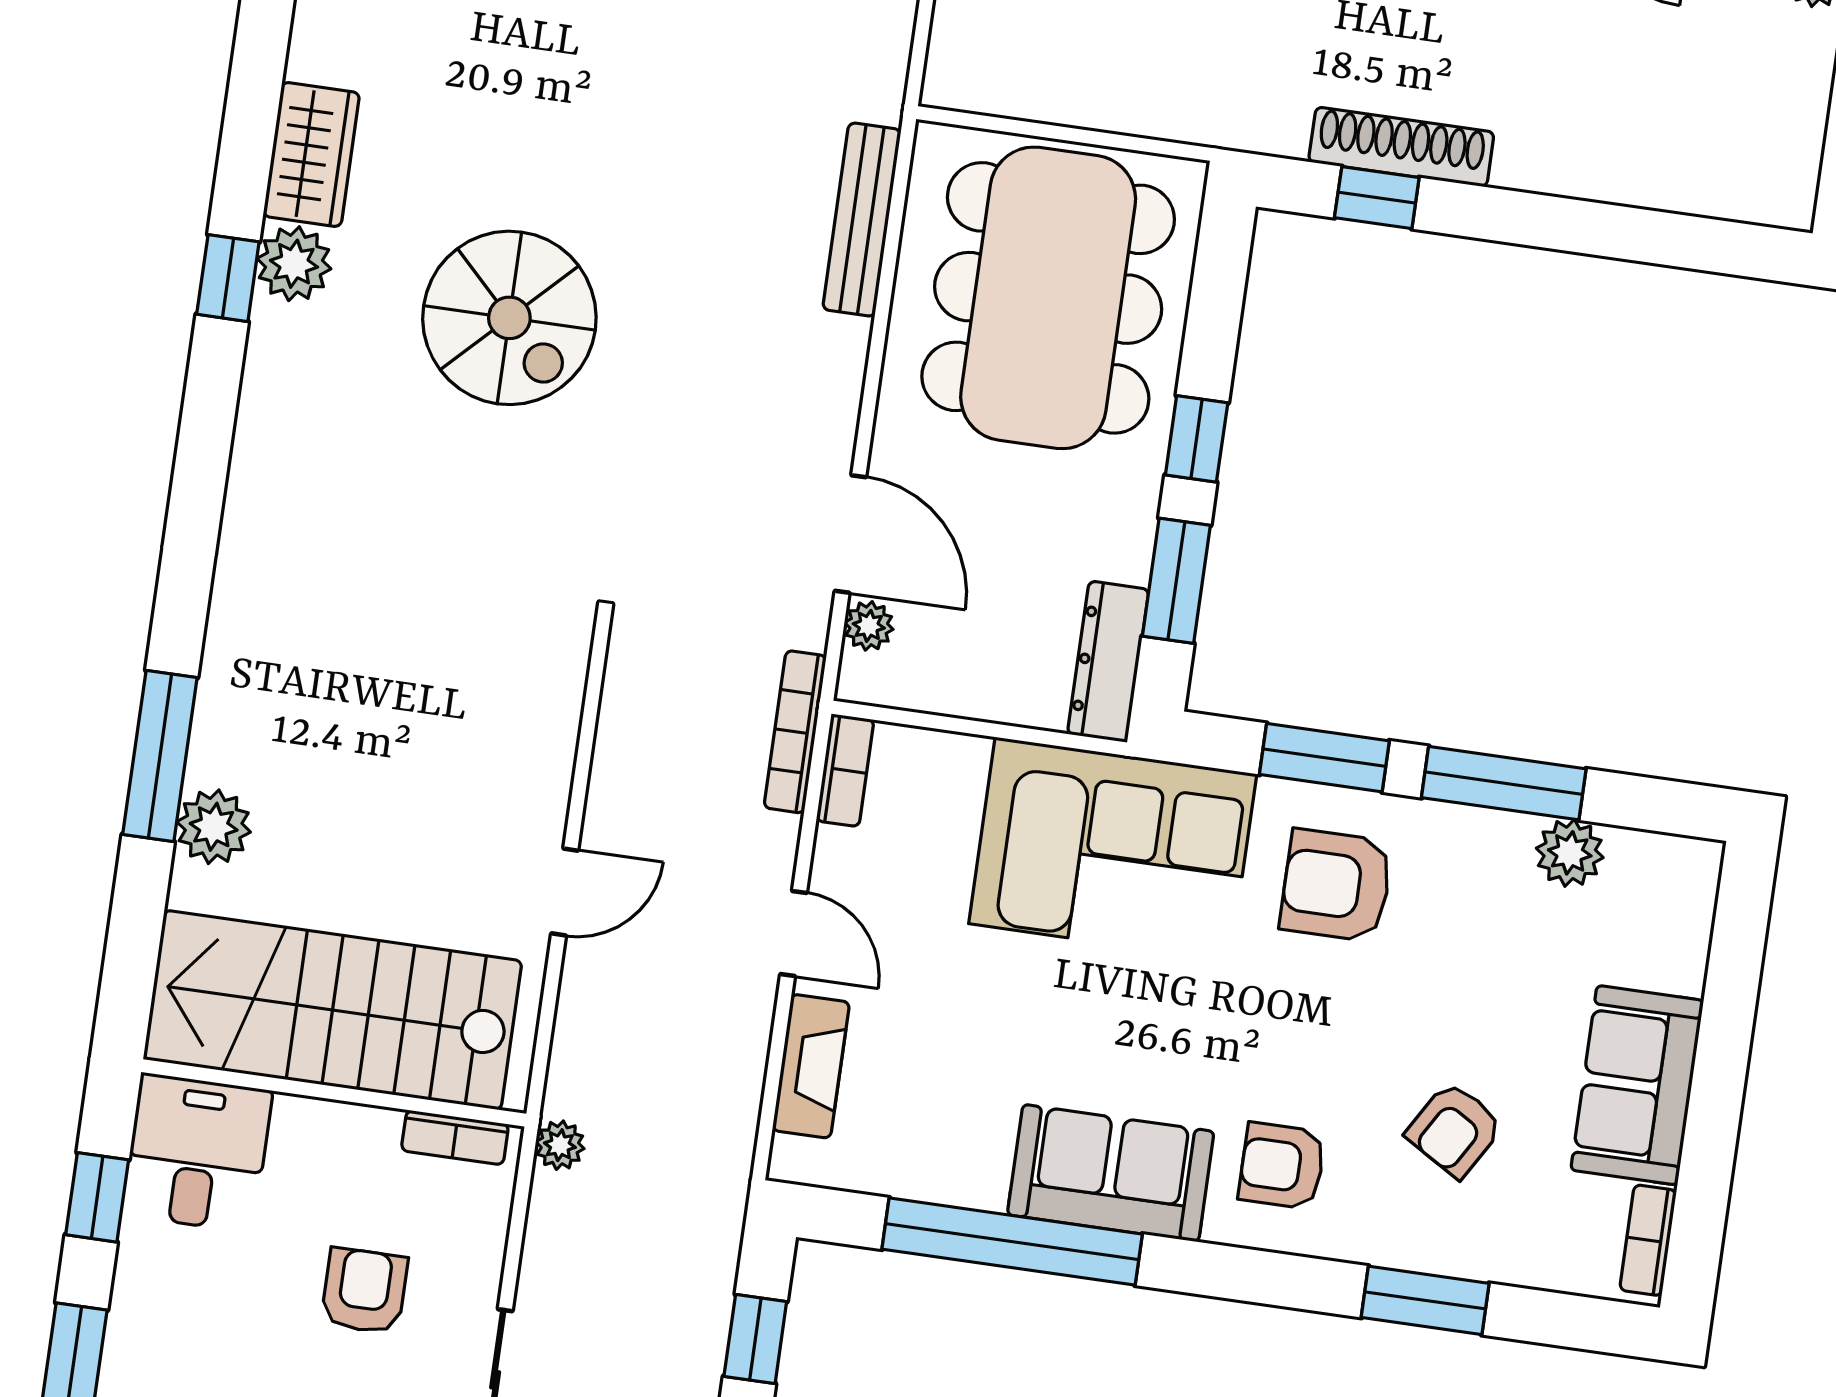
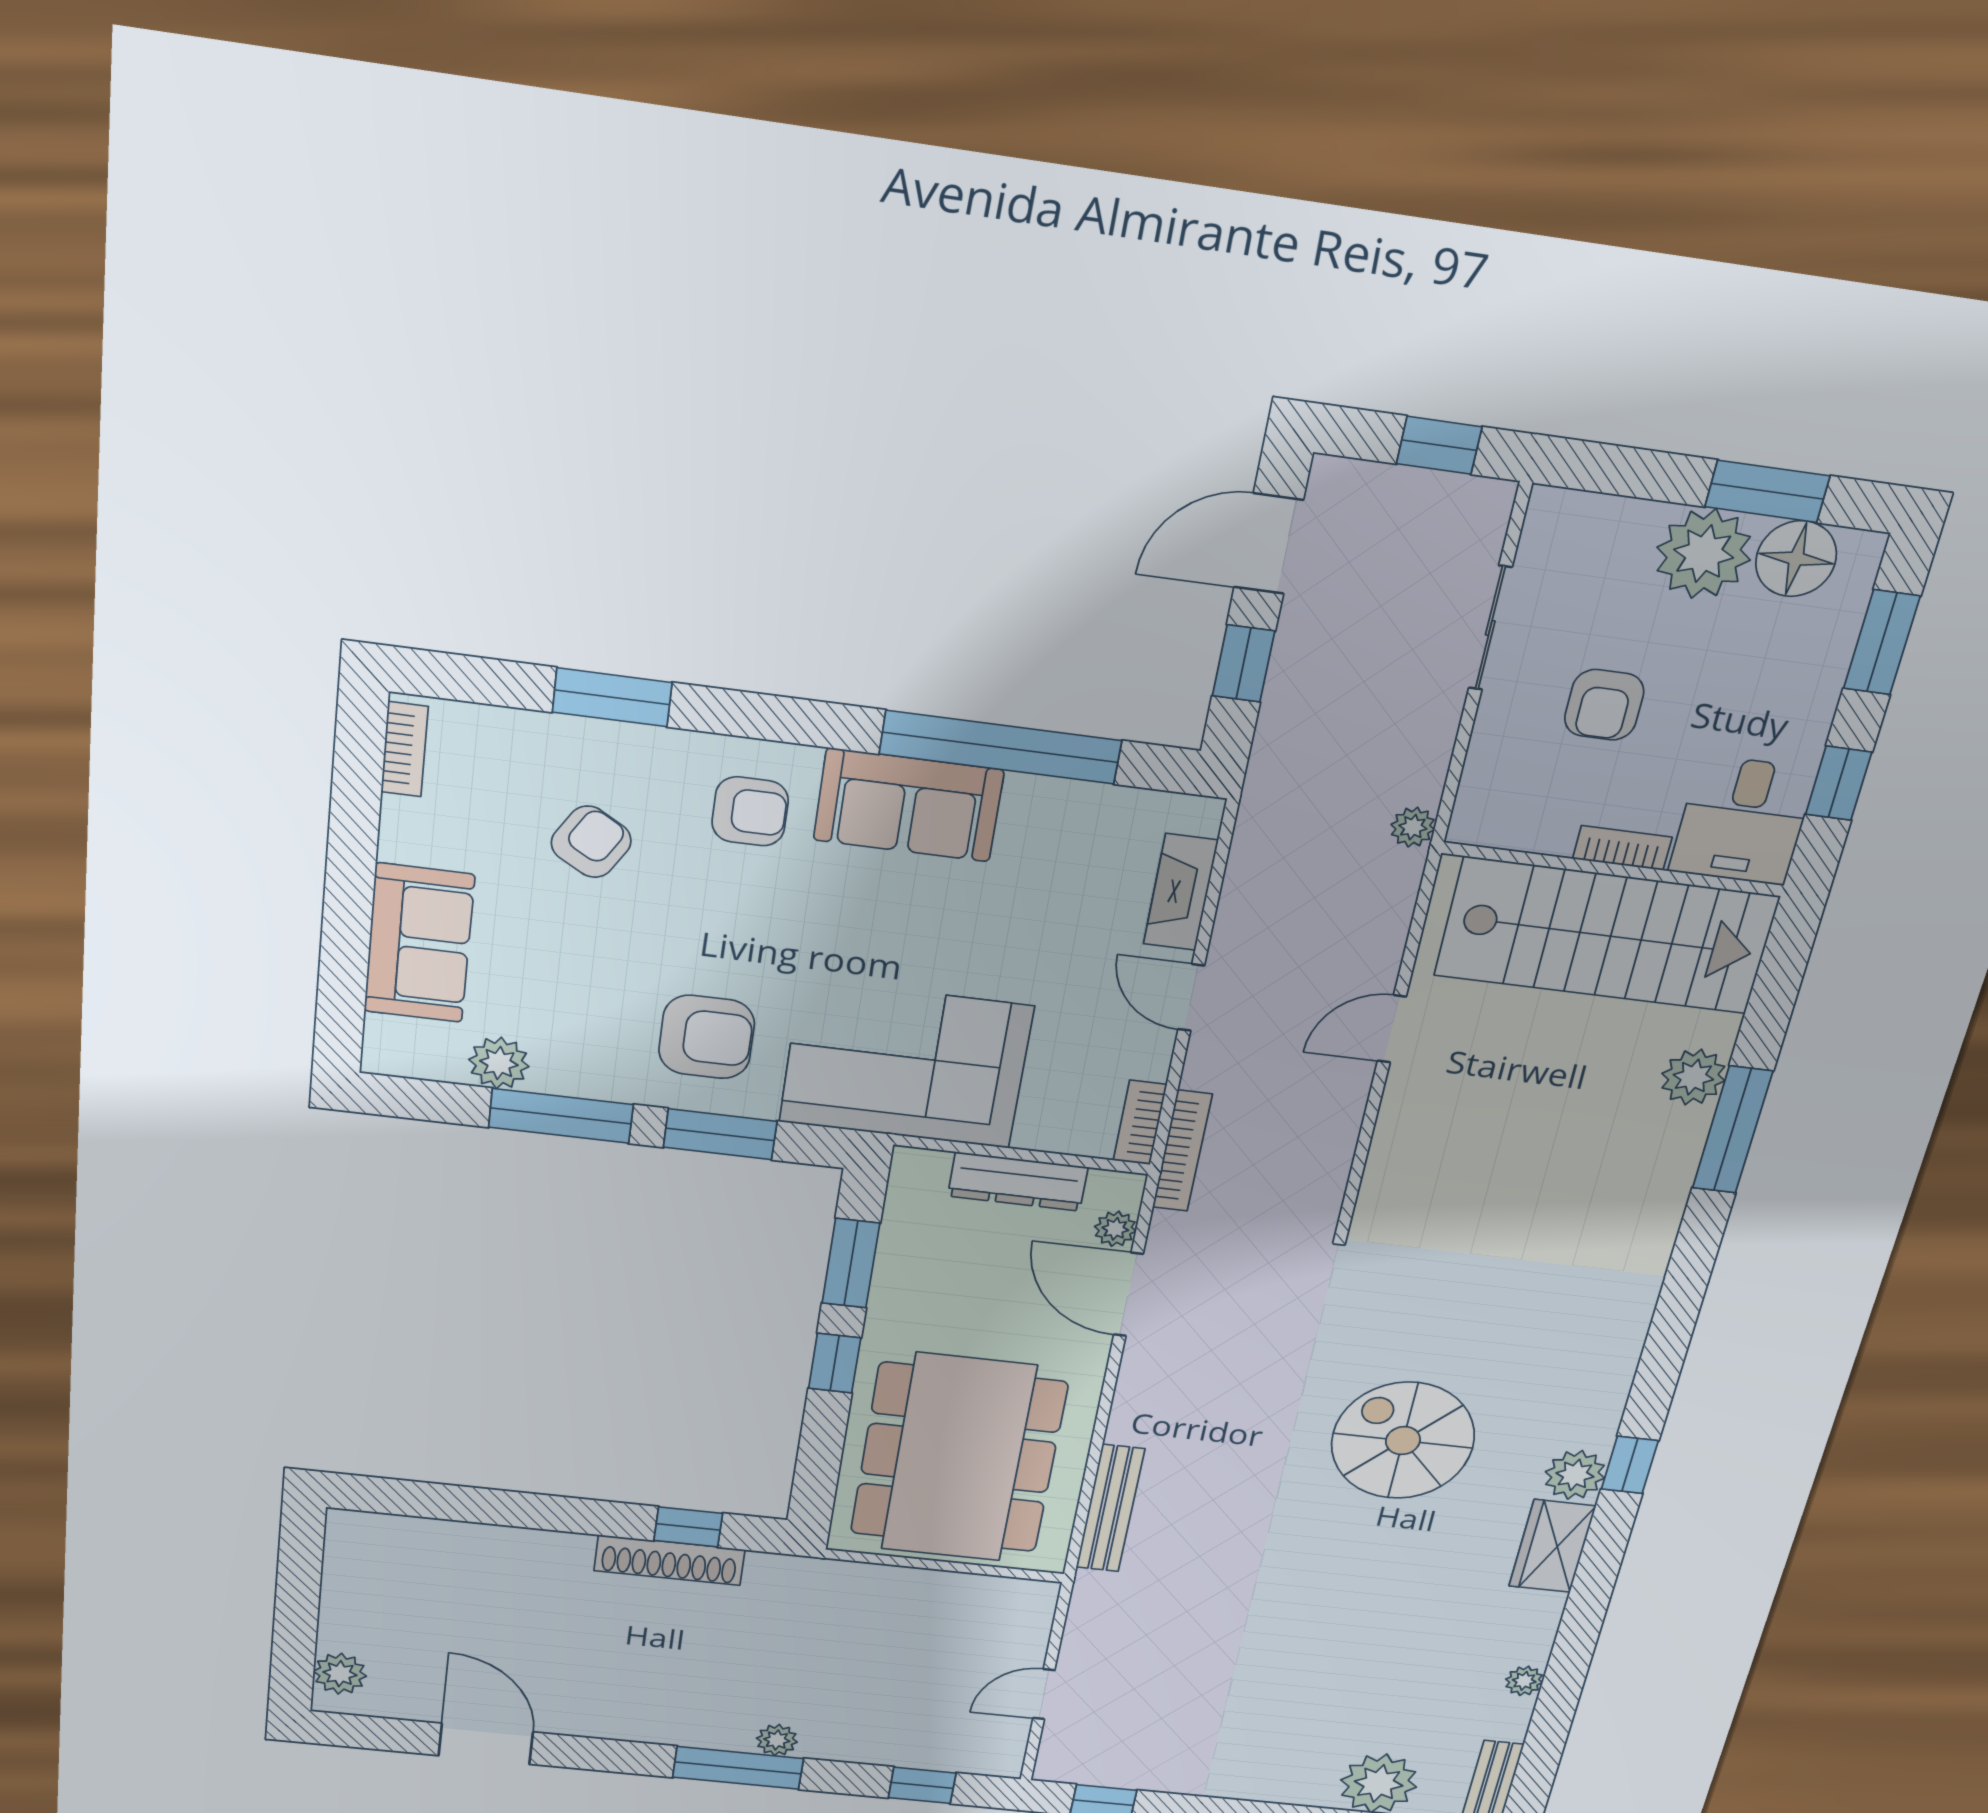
dresser: (1108, 662) -> (1018, 1182), moved, turned 90
sofa: (1637, 1085) -> (419, 943), moved
bookcase: (455, 1137) -> (1622, 848), moved

